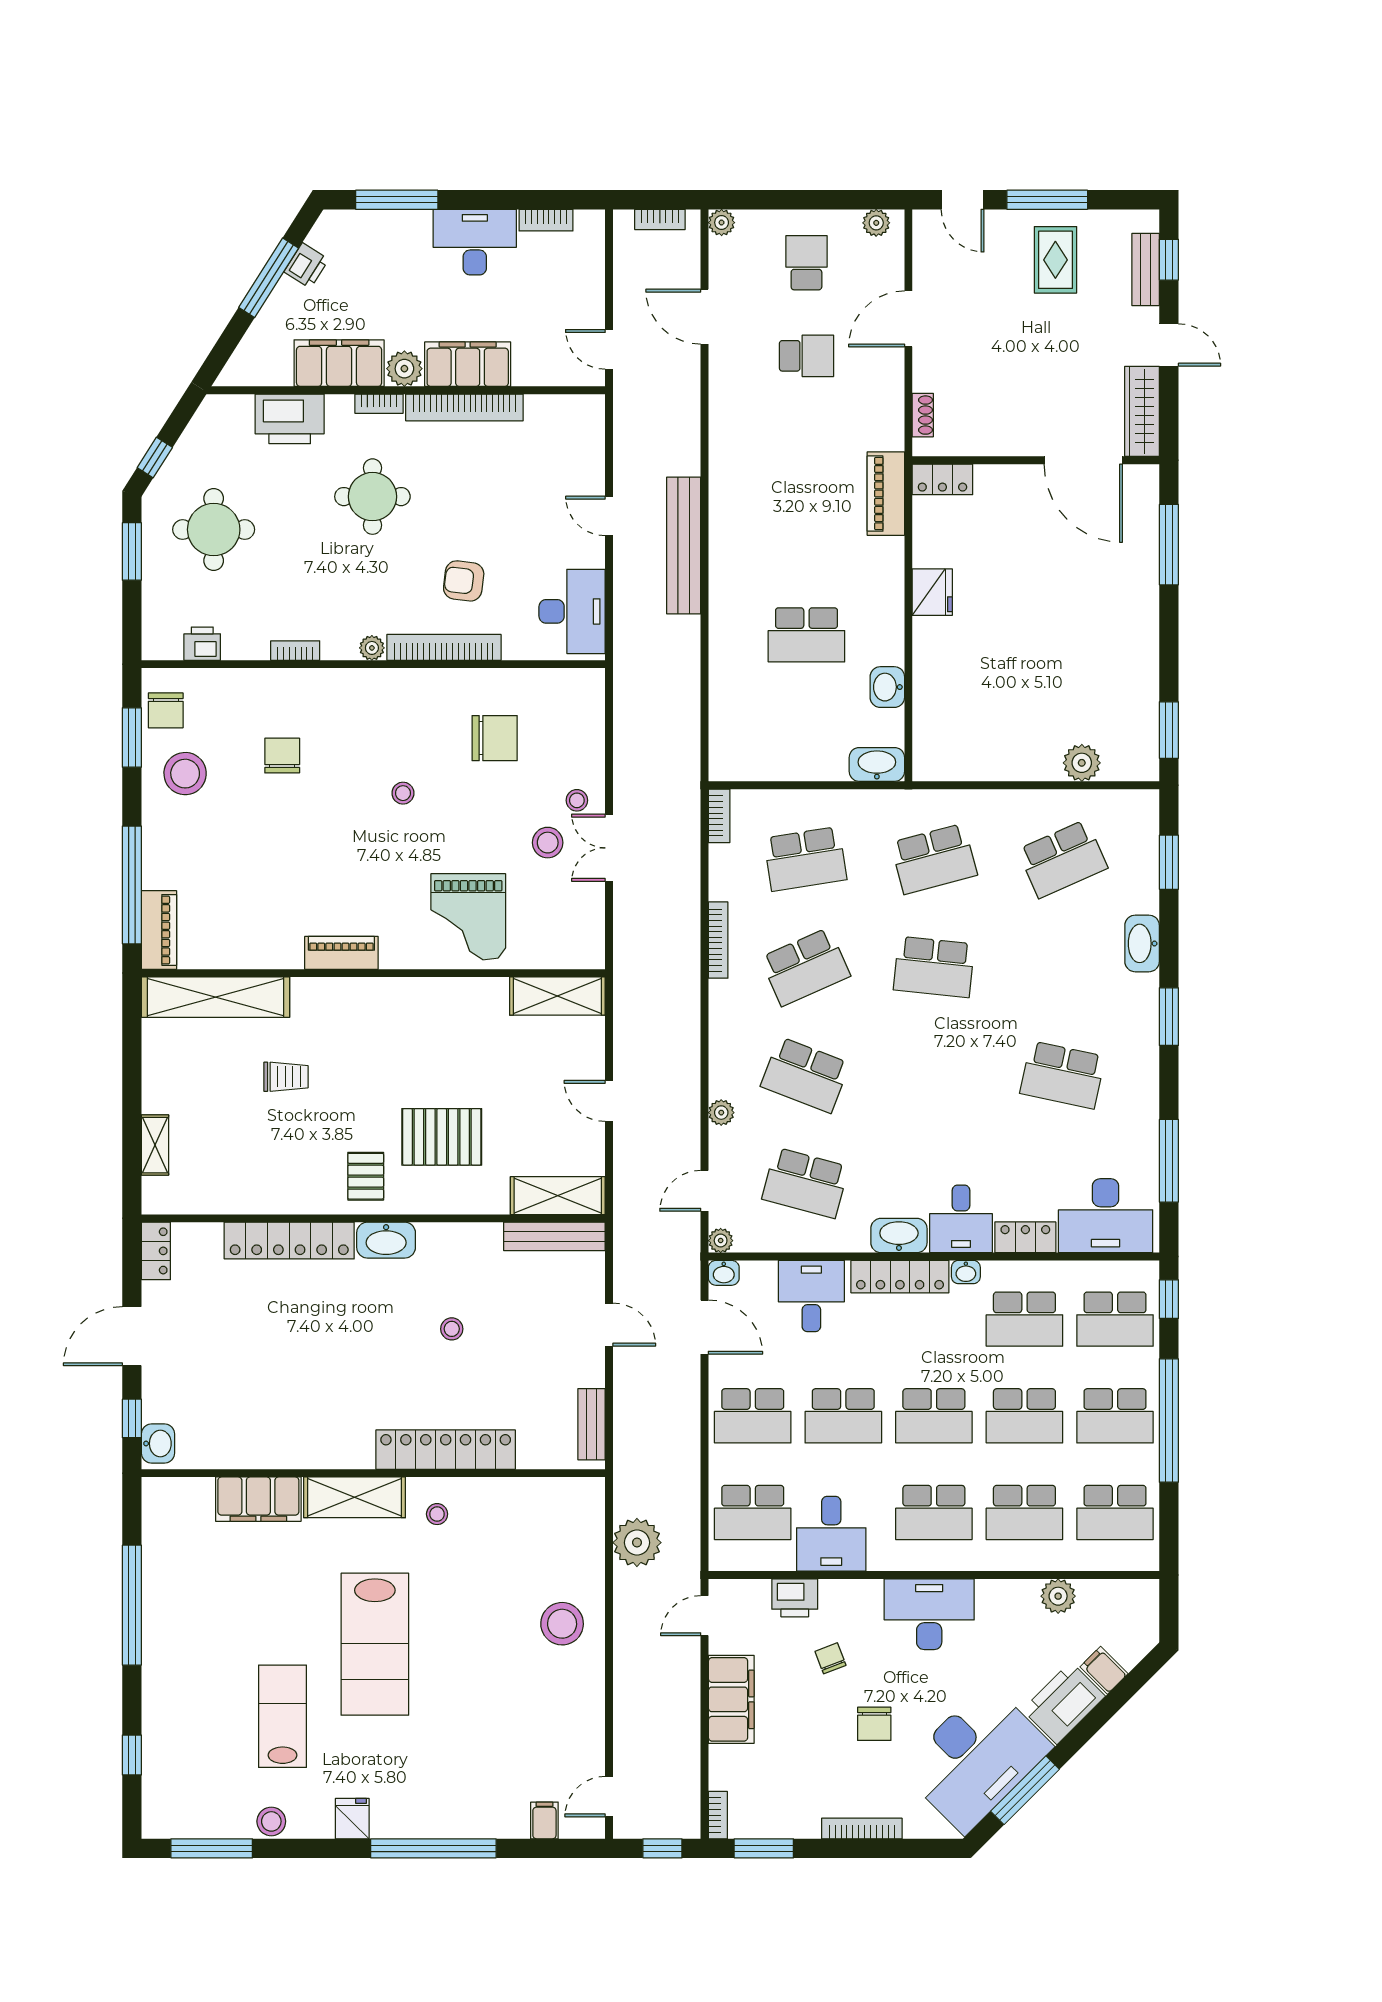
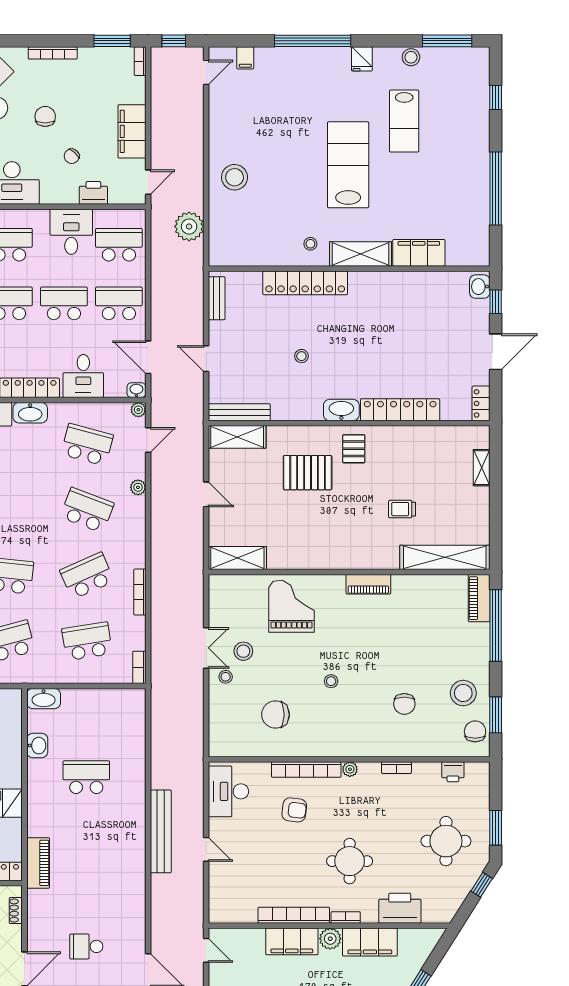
chair: (831, 1658) -> (72, 156), turned 62

